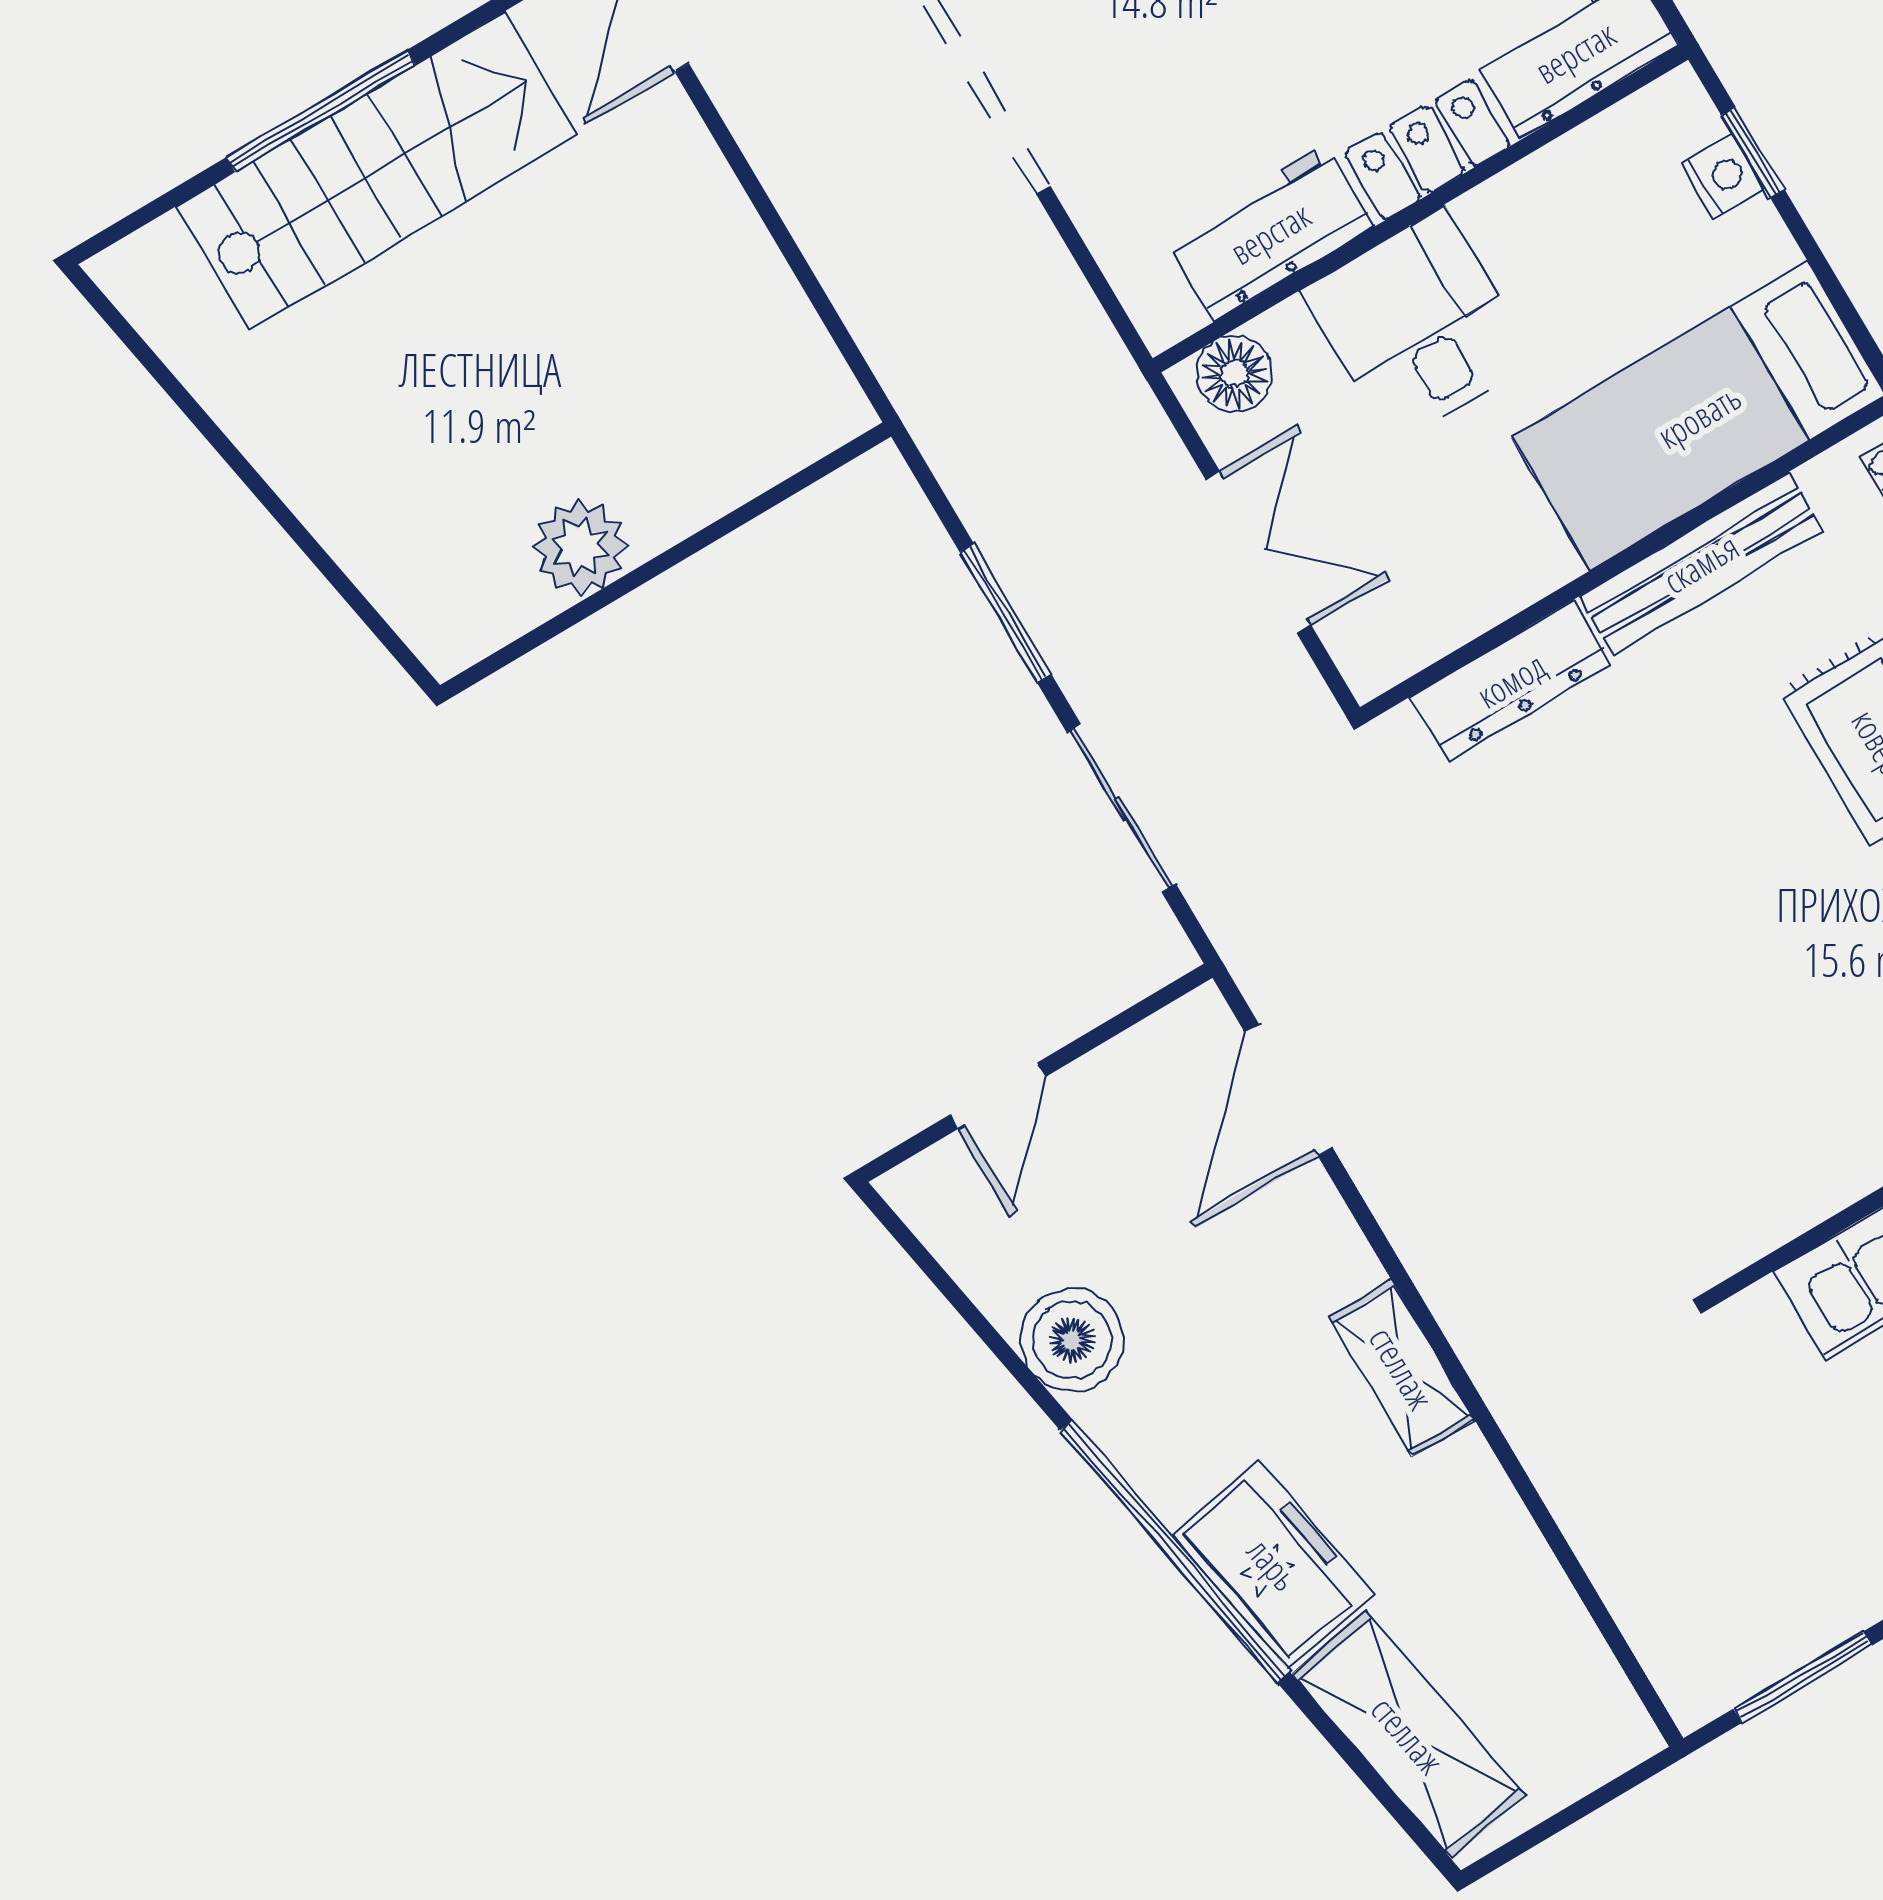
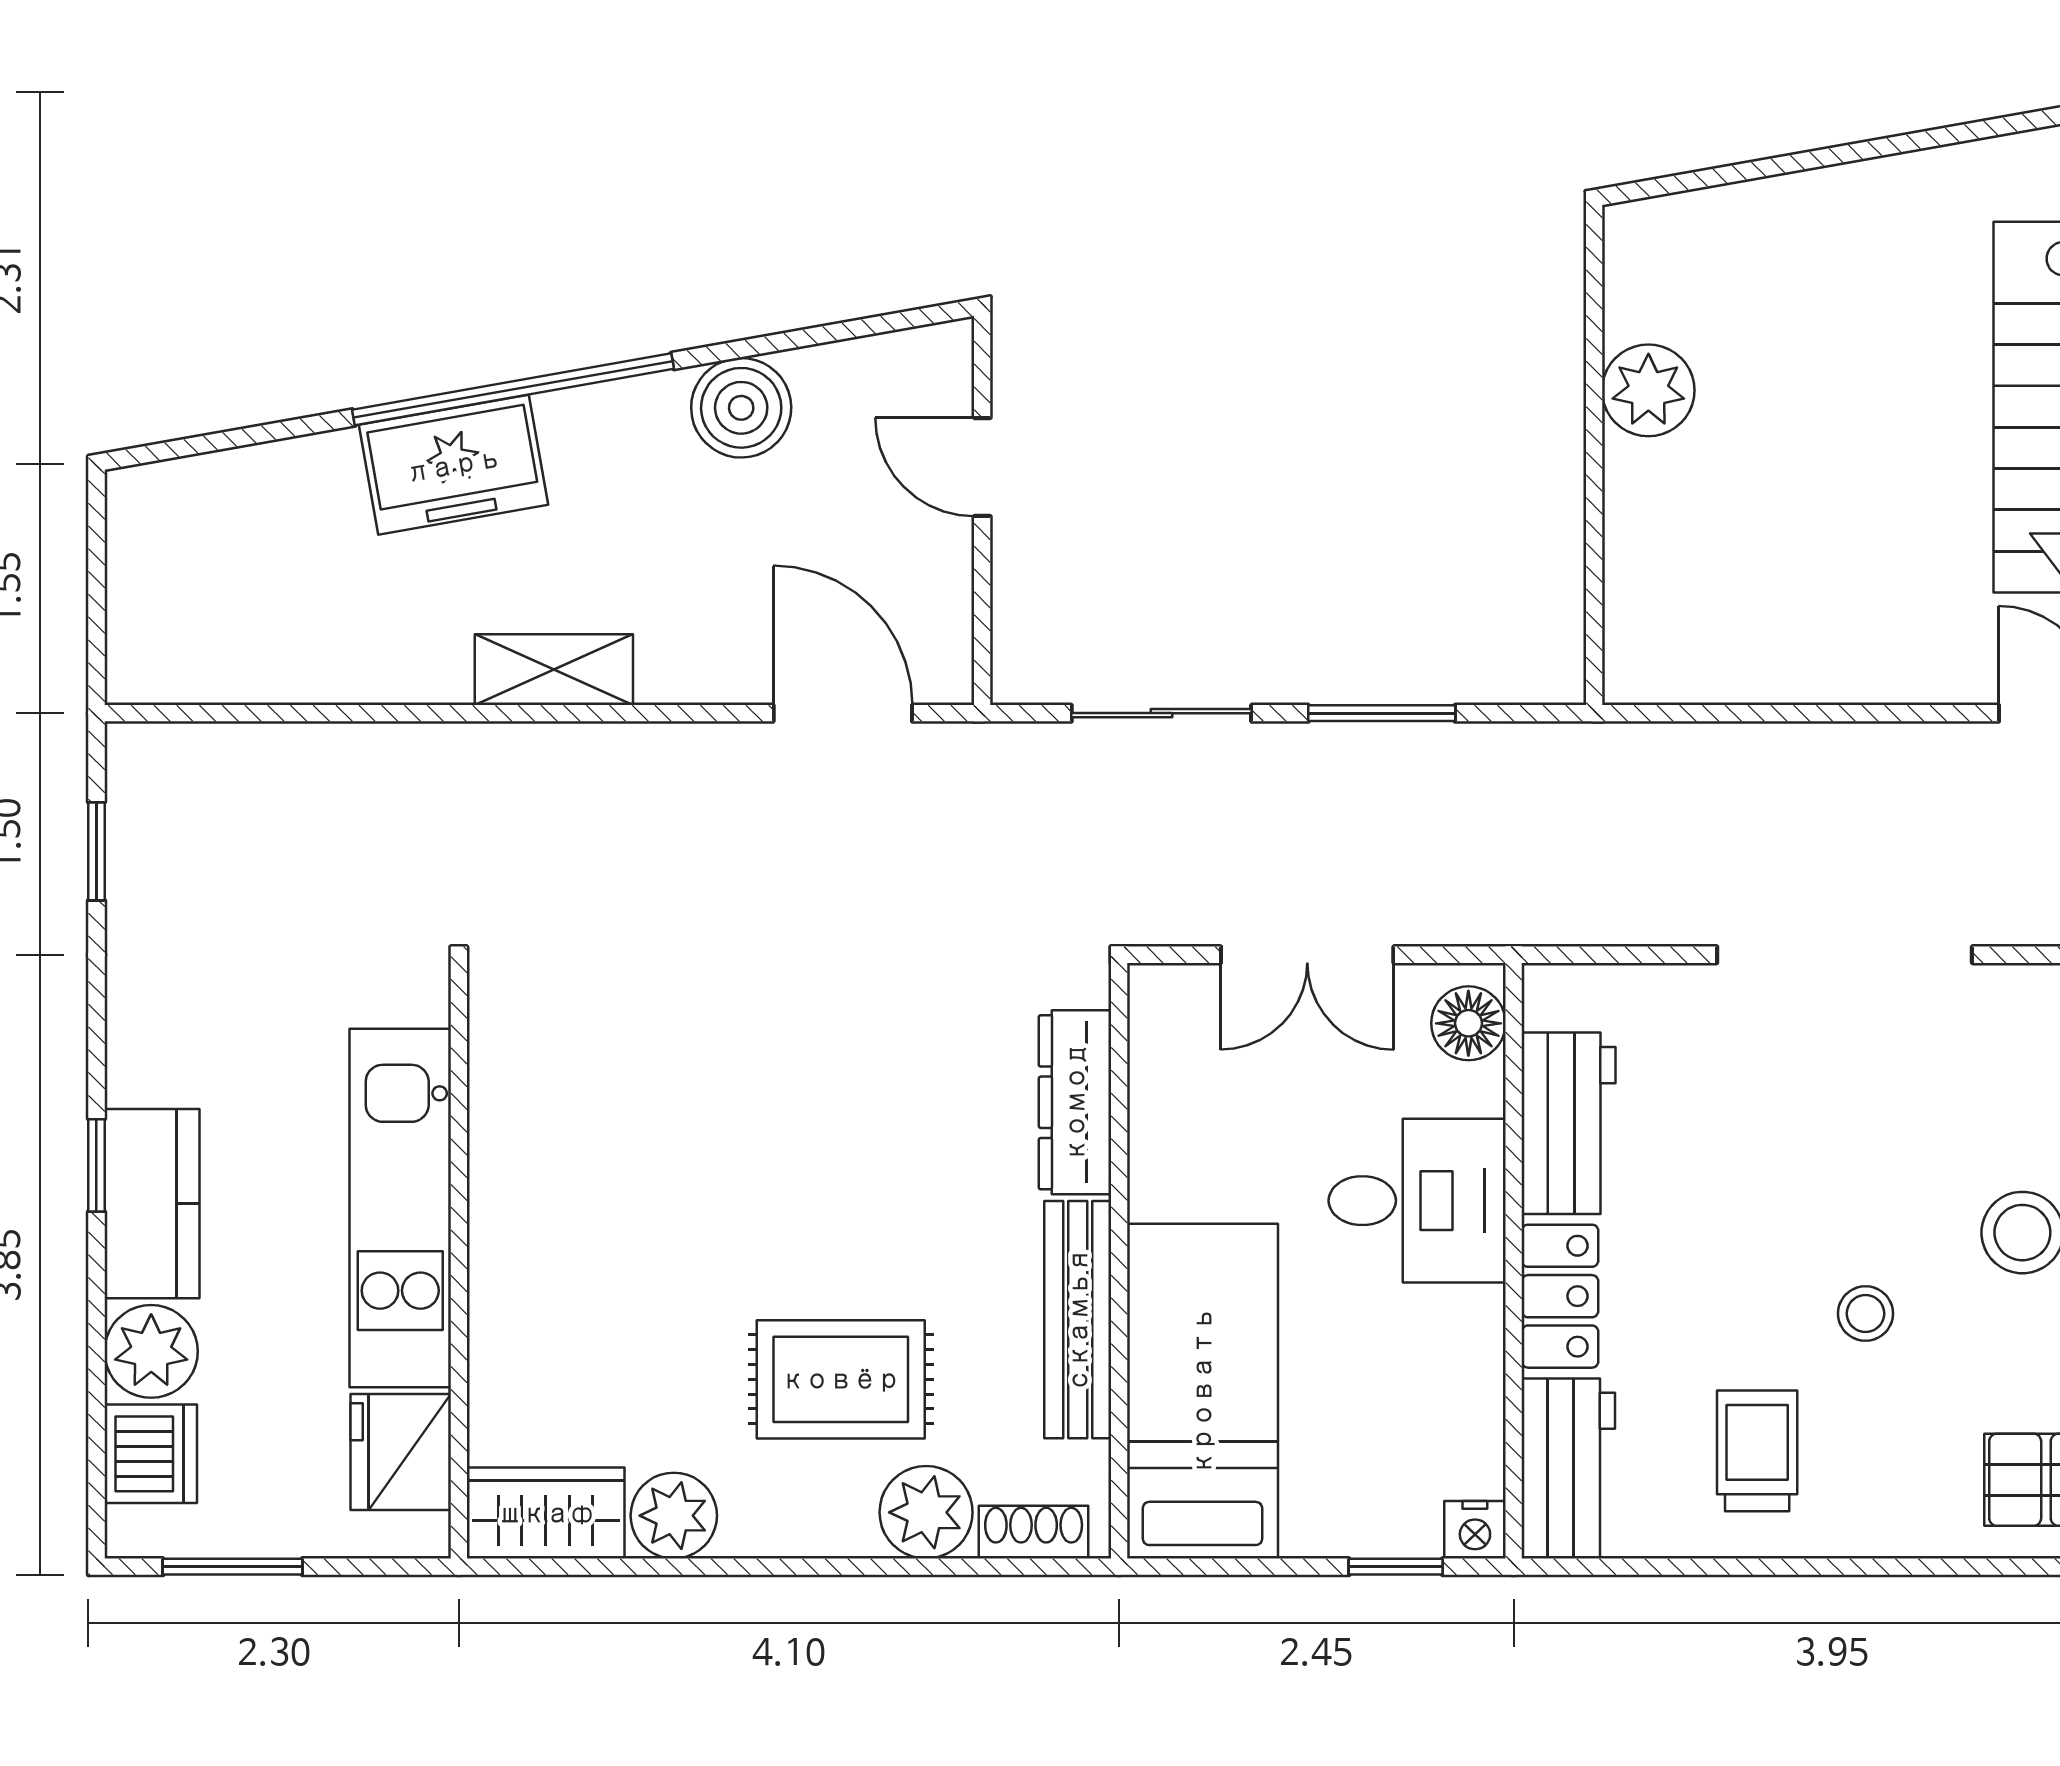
nightstand: (1723, 176) -> (1475, 1530), moved
window: (1803, 1677) -> (96, 851), width x0.67
shelving: (1408, 1735) -> (244, 493), removed

